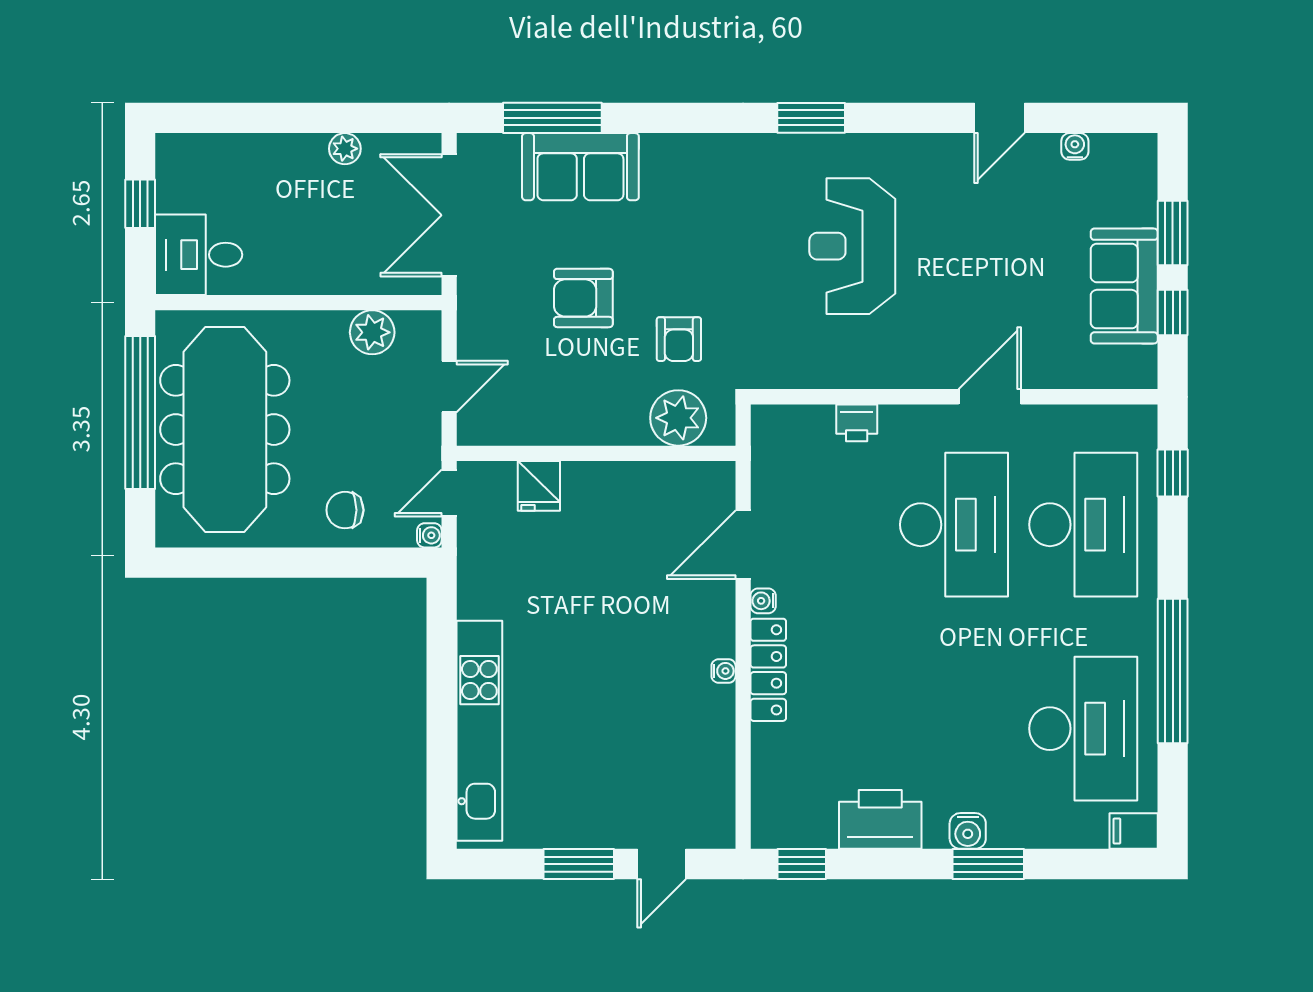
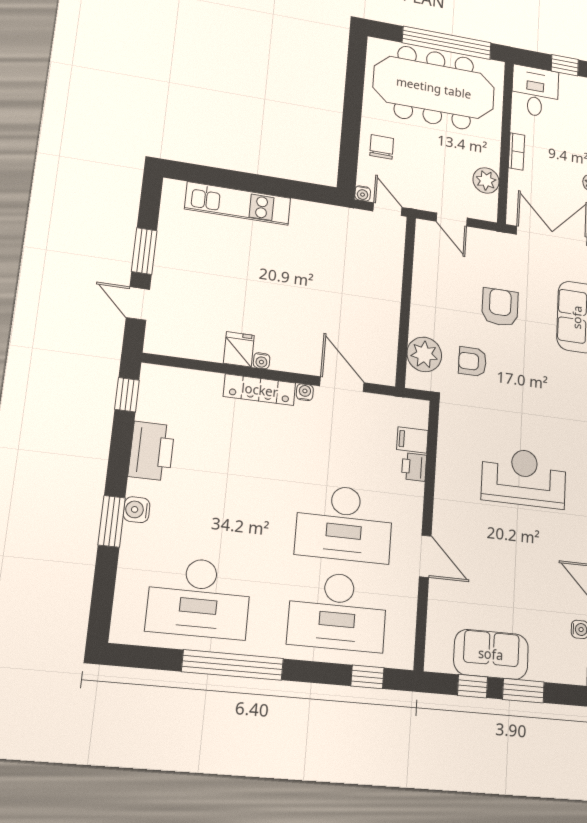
bookcase: (312, 282) -> (517, 151), added
fridge: (539, 486) -> (239, 349), moved, turned 90
kitchen unit: (479, 731) -> (238, 203), width x0.73
filing cabinet: (1134, 831) -> (412, 440), moved, turned -90

